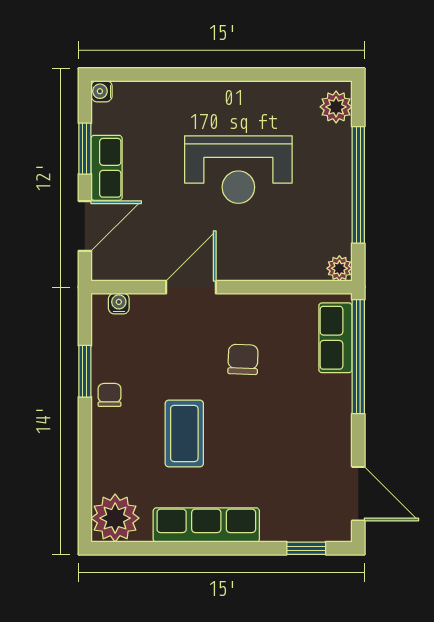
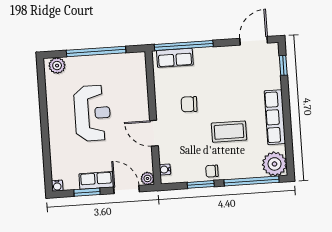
plant: (339, 268) -> (147, 178), moved
window: (85, 471) -> (252, 181), added

